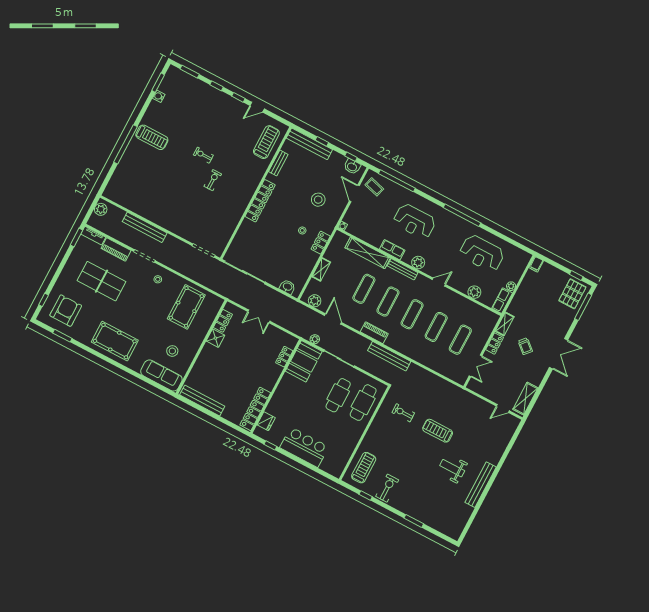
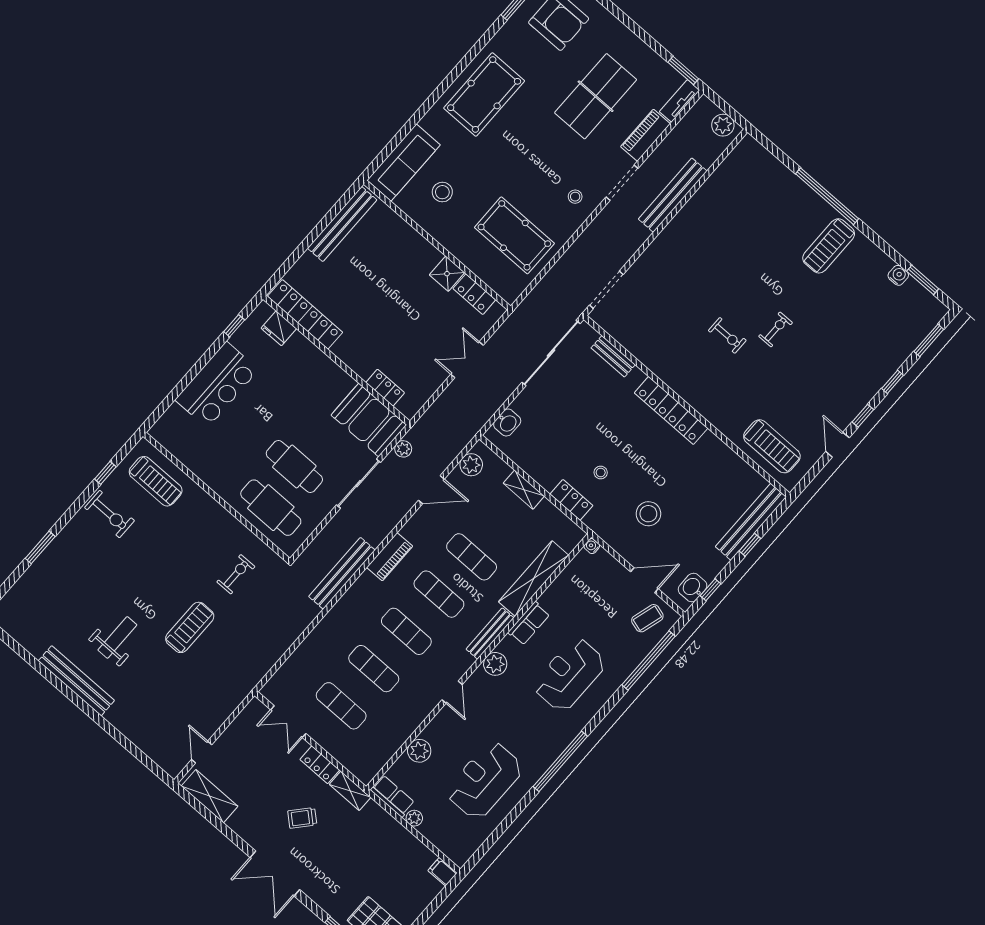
bench: (278, 163) -> (613, 356), moved

